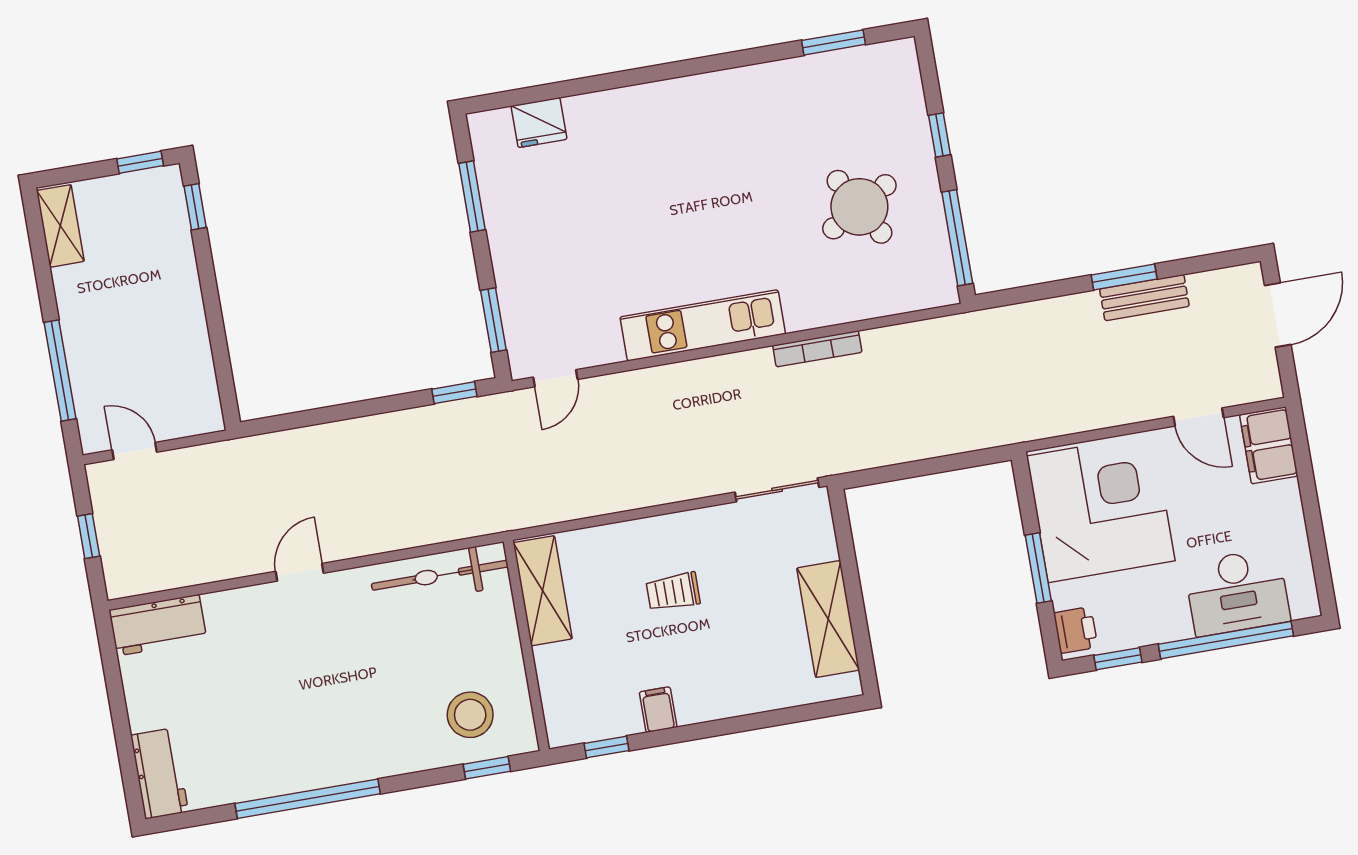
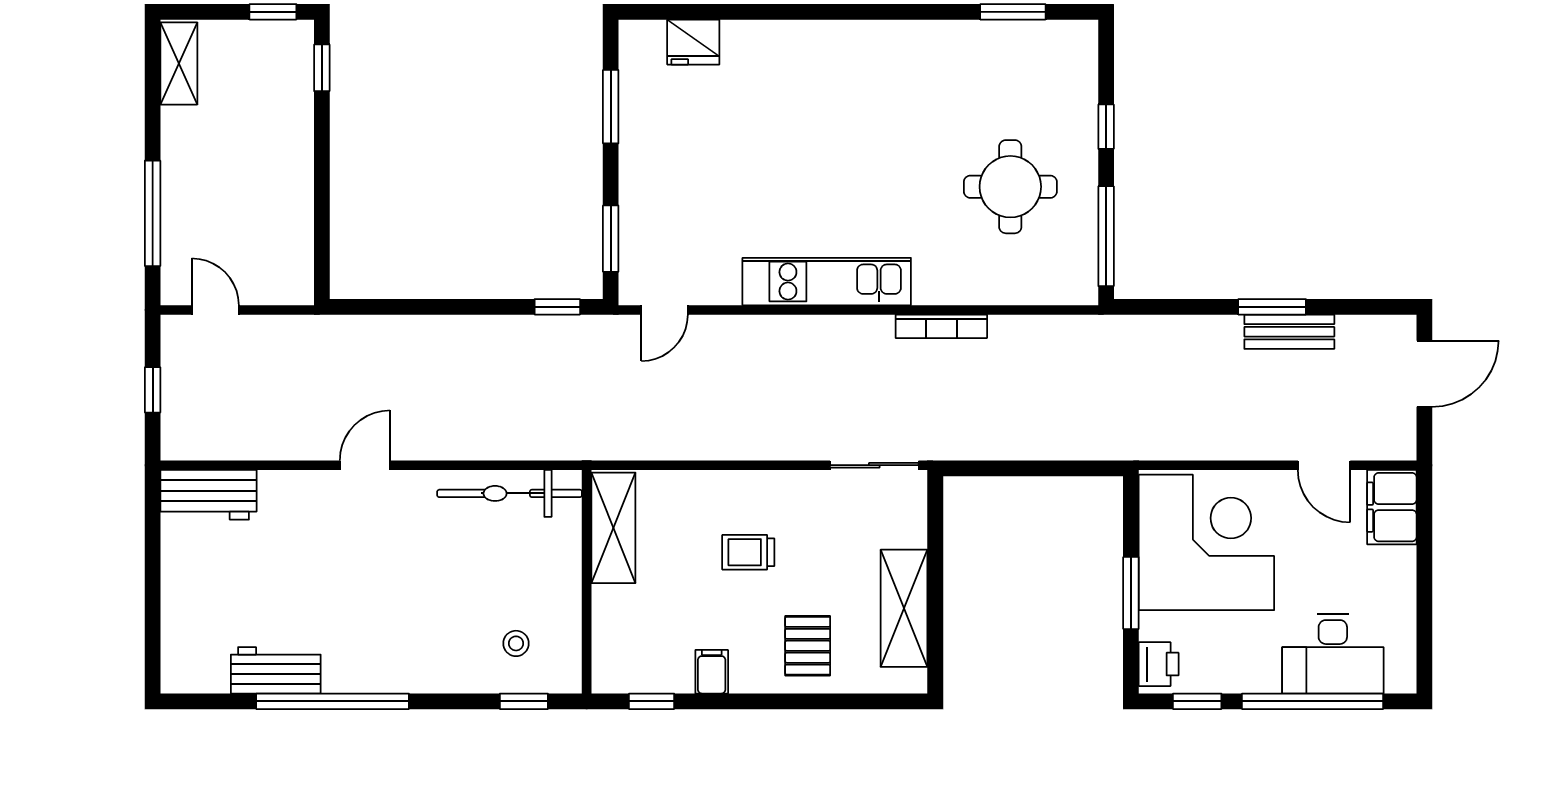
round table: (859, 207) -> (1010, 187), turned 30
pallet: (744, 670) -> (808, 646), added
stool: (470, 715) -> (516, 643), width x0.53, depth x0.53
workbench: (159, 773) -> (276, 670), moved, turned -90

